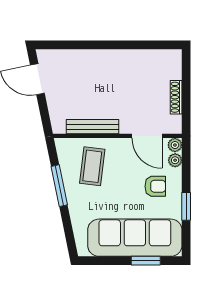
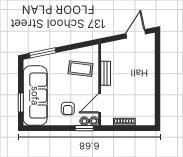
bench: (93, 127) -> (106, 73), width x0.73
window: (59, 186) -> (43, 53), moved
window: (186, 206) -> (84, 128), moved

